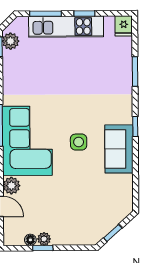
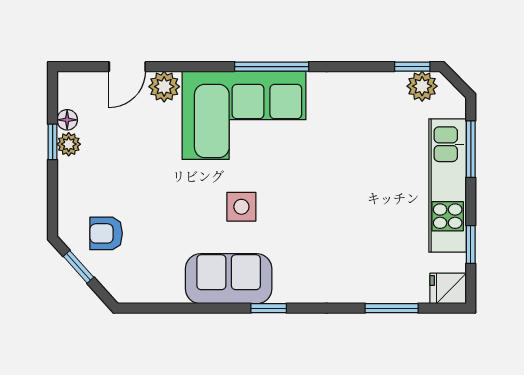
window: (84, 13) -> (471, 244), moved
window: (135, 72) -> (392, 308), moved
armchair: (94, 218) -> (106, 233), added

